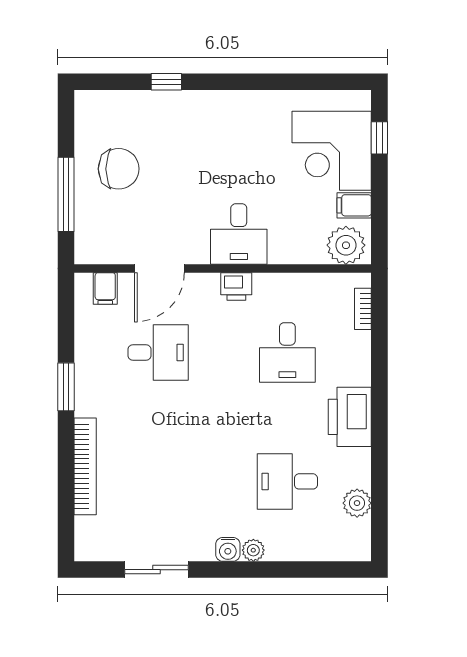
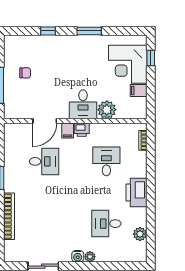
window: (252, 82) -> (89, 31), added
chair: (119, 169) -> (25, 73), width x0.54, depth x0.54
plant: (346, 245) -> (107, 110), moved
filing cabinet: (105, 288) -> (68, 131), moved
desk: (287, 352) -> (106, 161), turned 180

